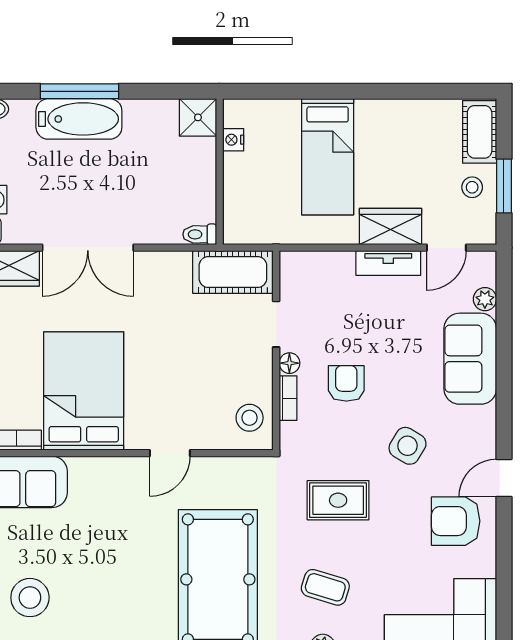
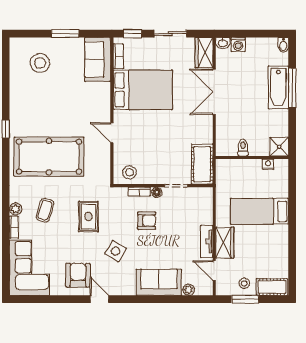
toilet: (200, 234) -> (243, 148), moved

